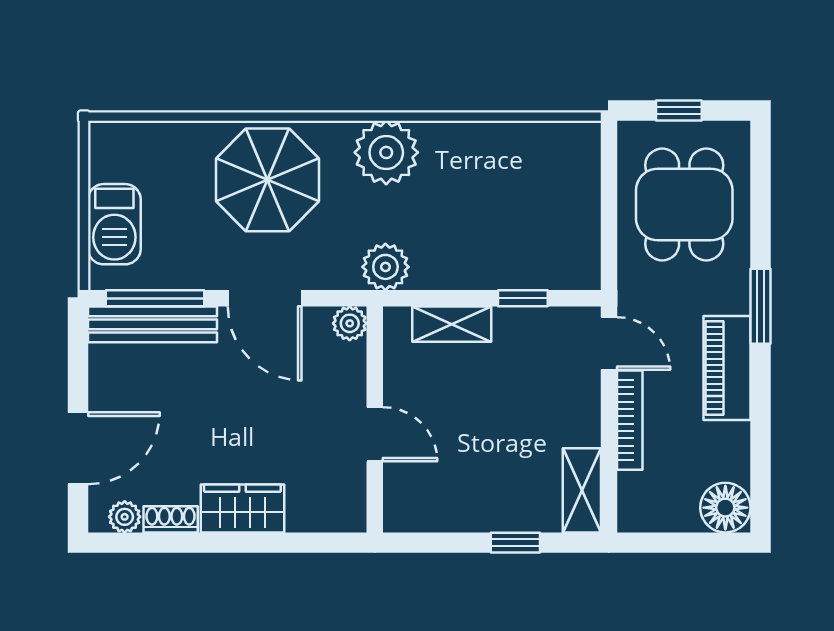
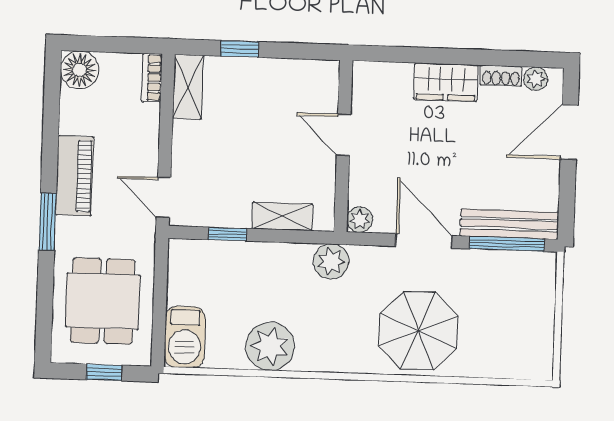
plant: (386, 152) -> (270, 346), moved
barbecue: (114, 224) -> (185, 337), moved, turned 180
bookcase: (630, 420) -> (152, 78), moved, width x0.64

